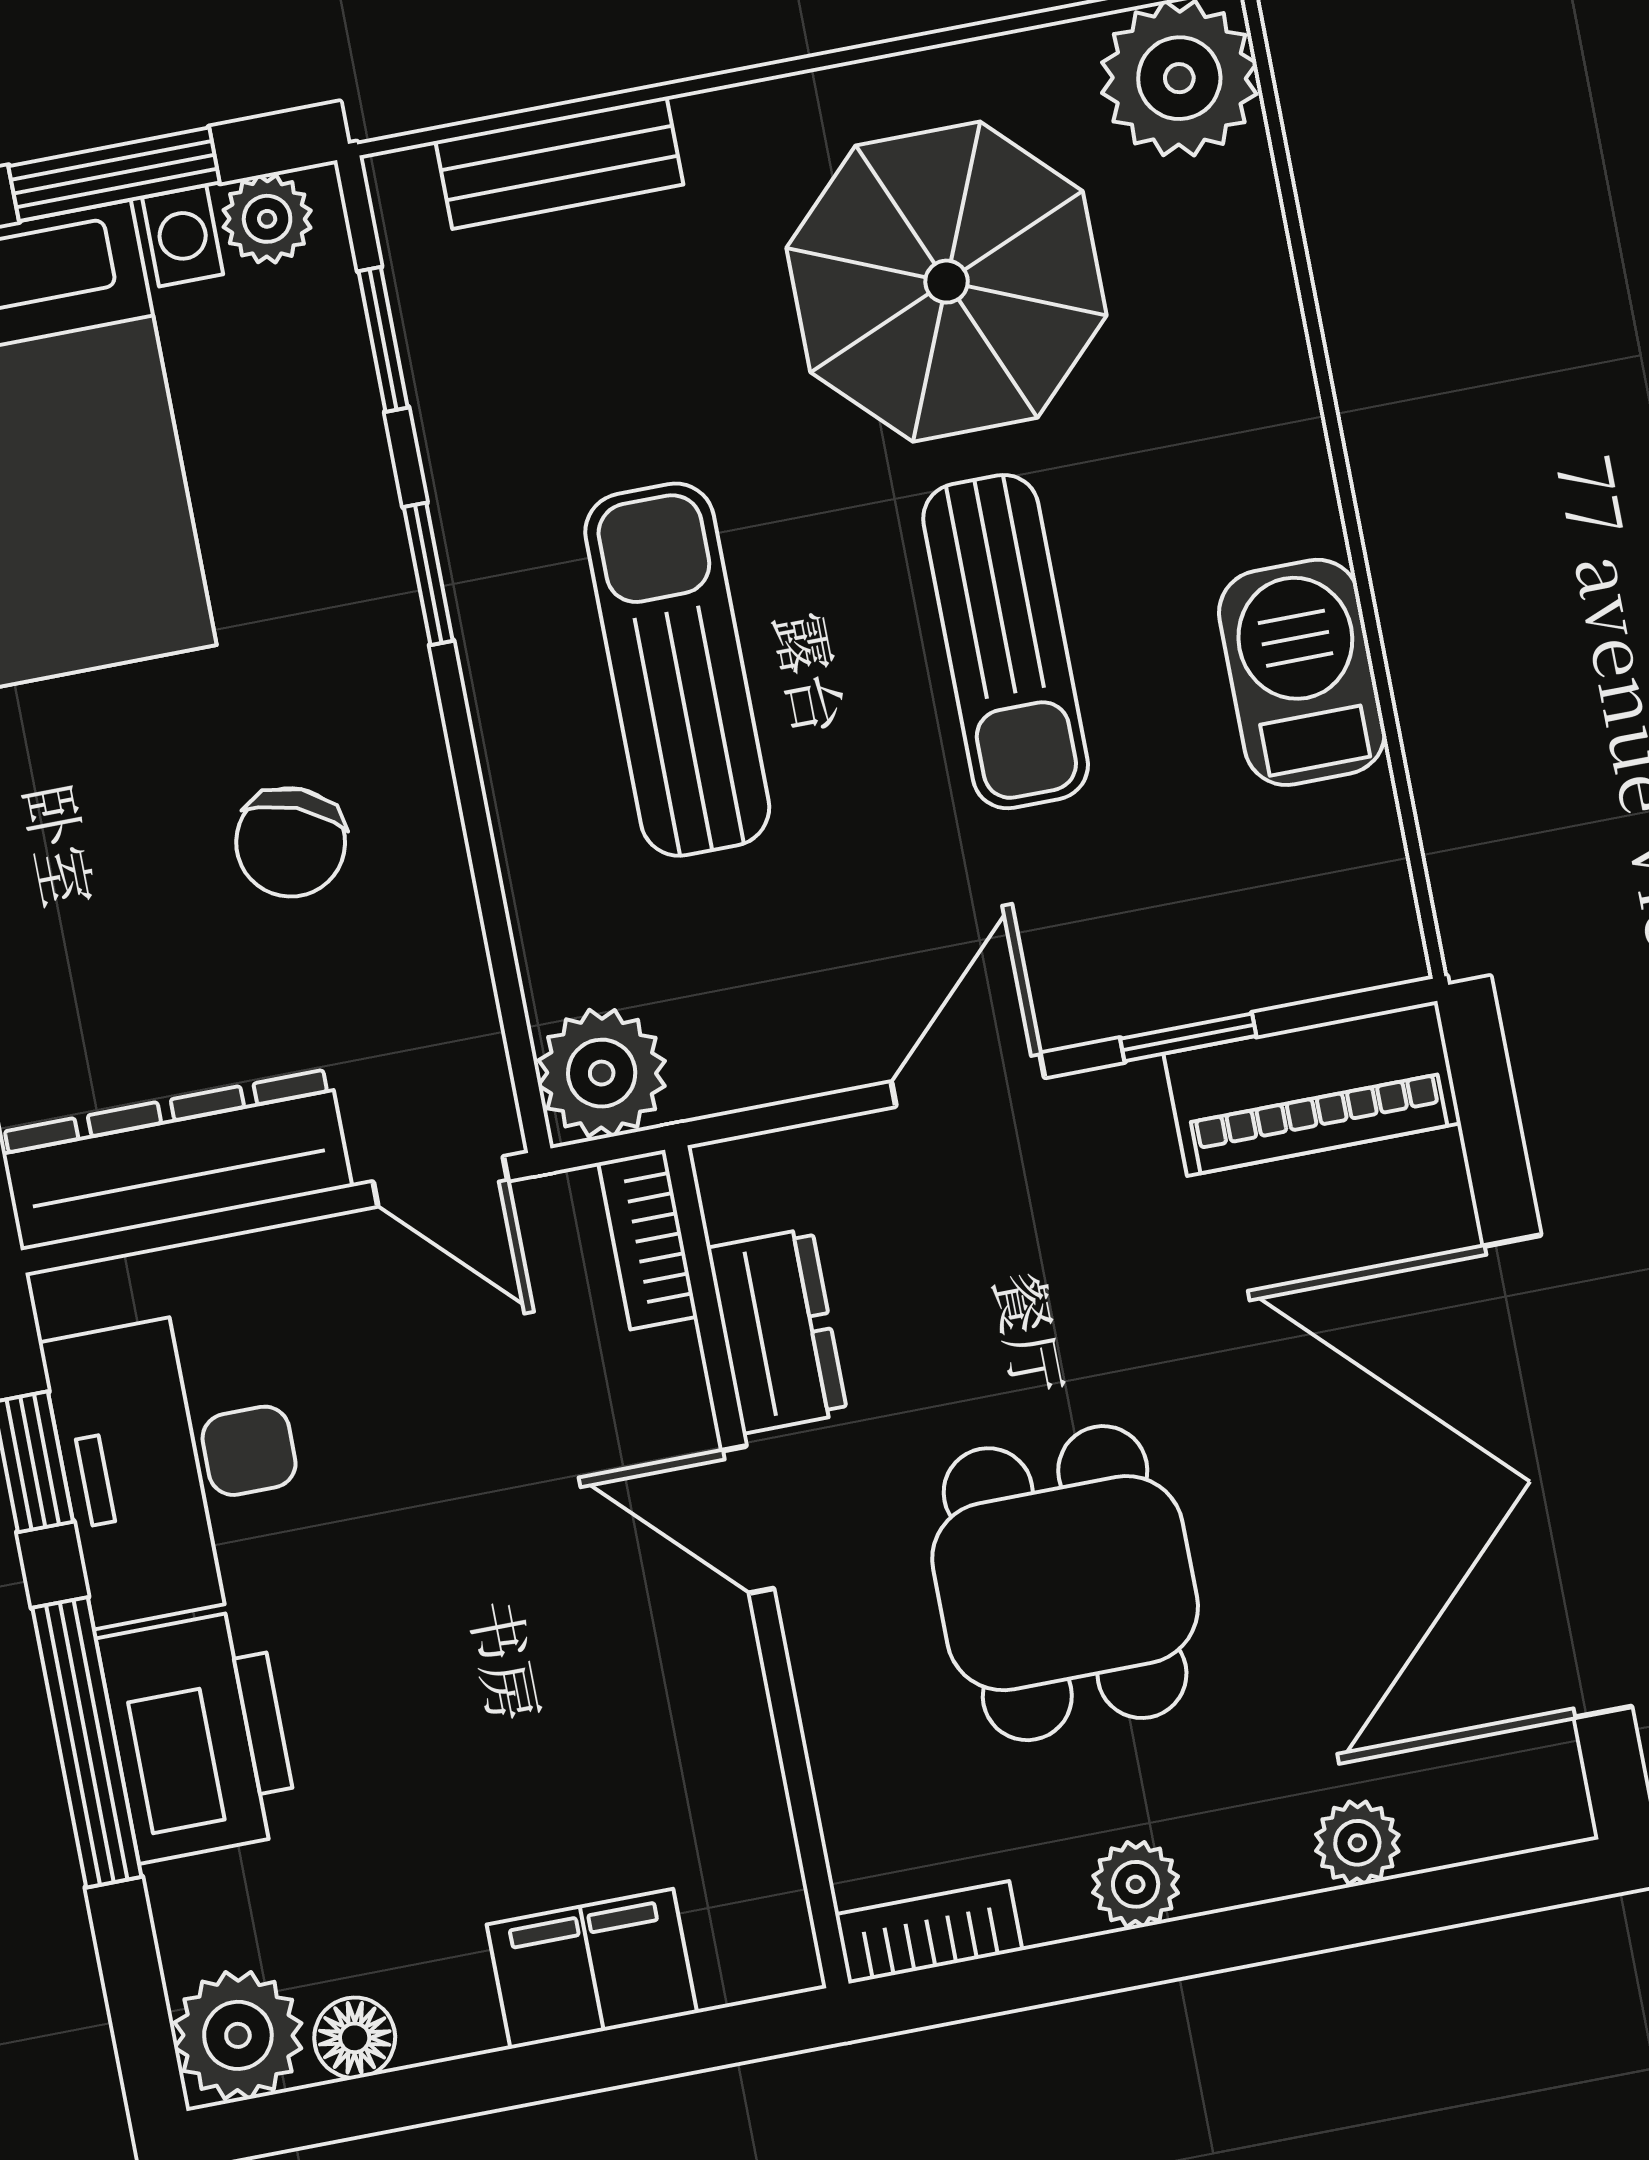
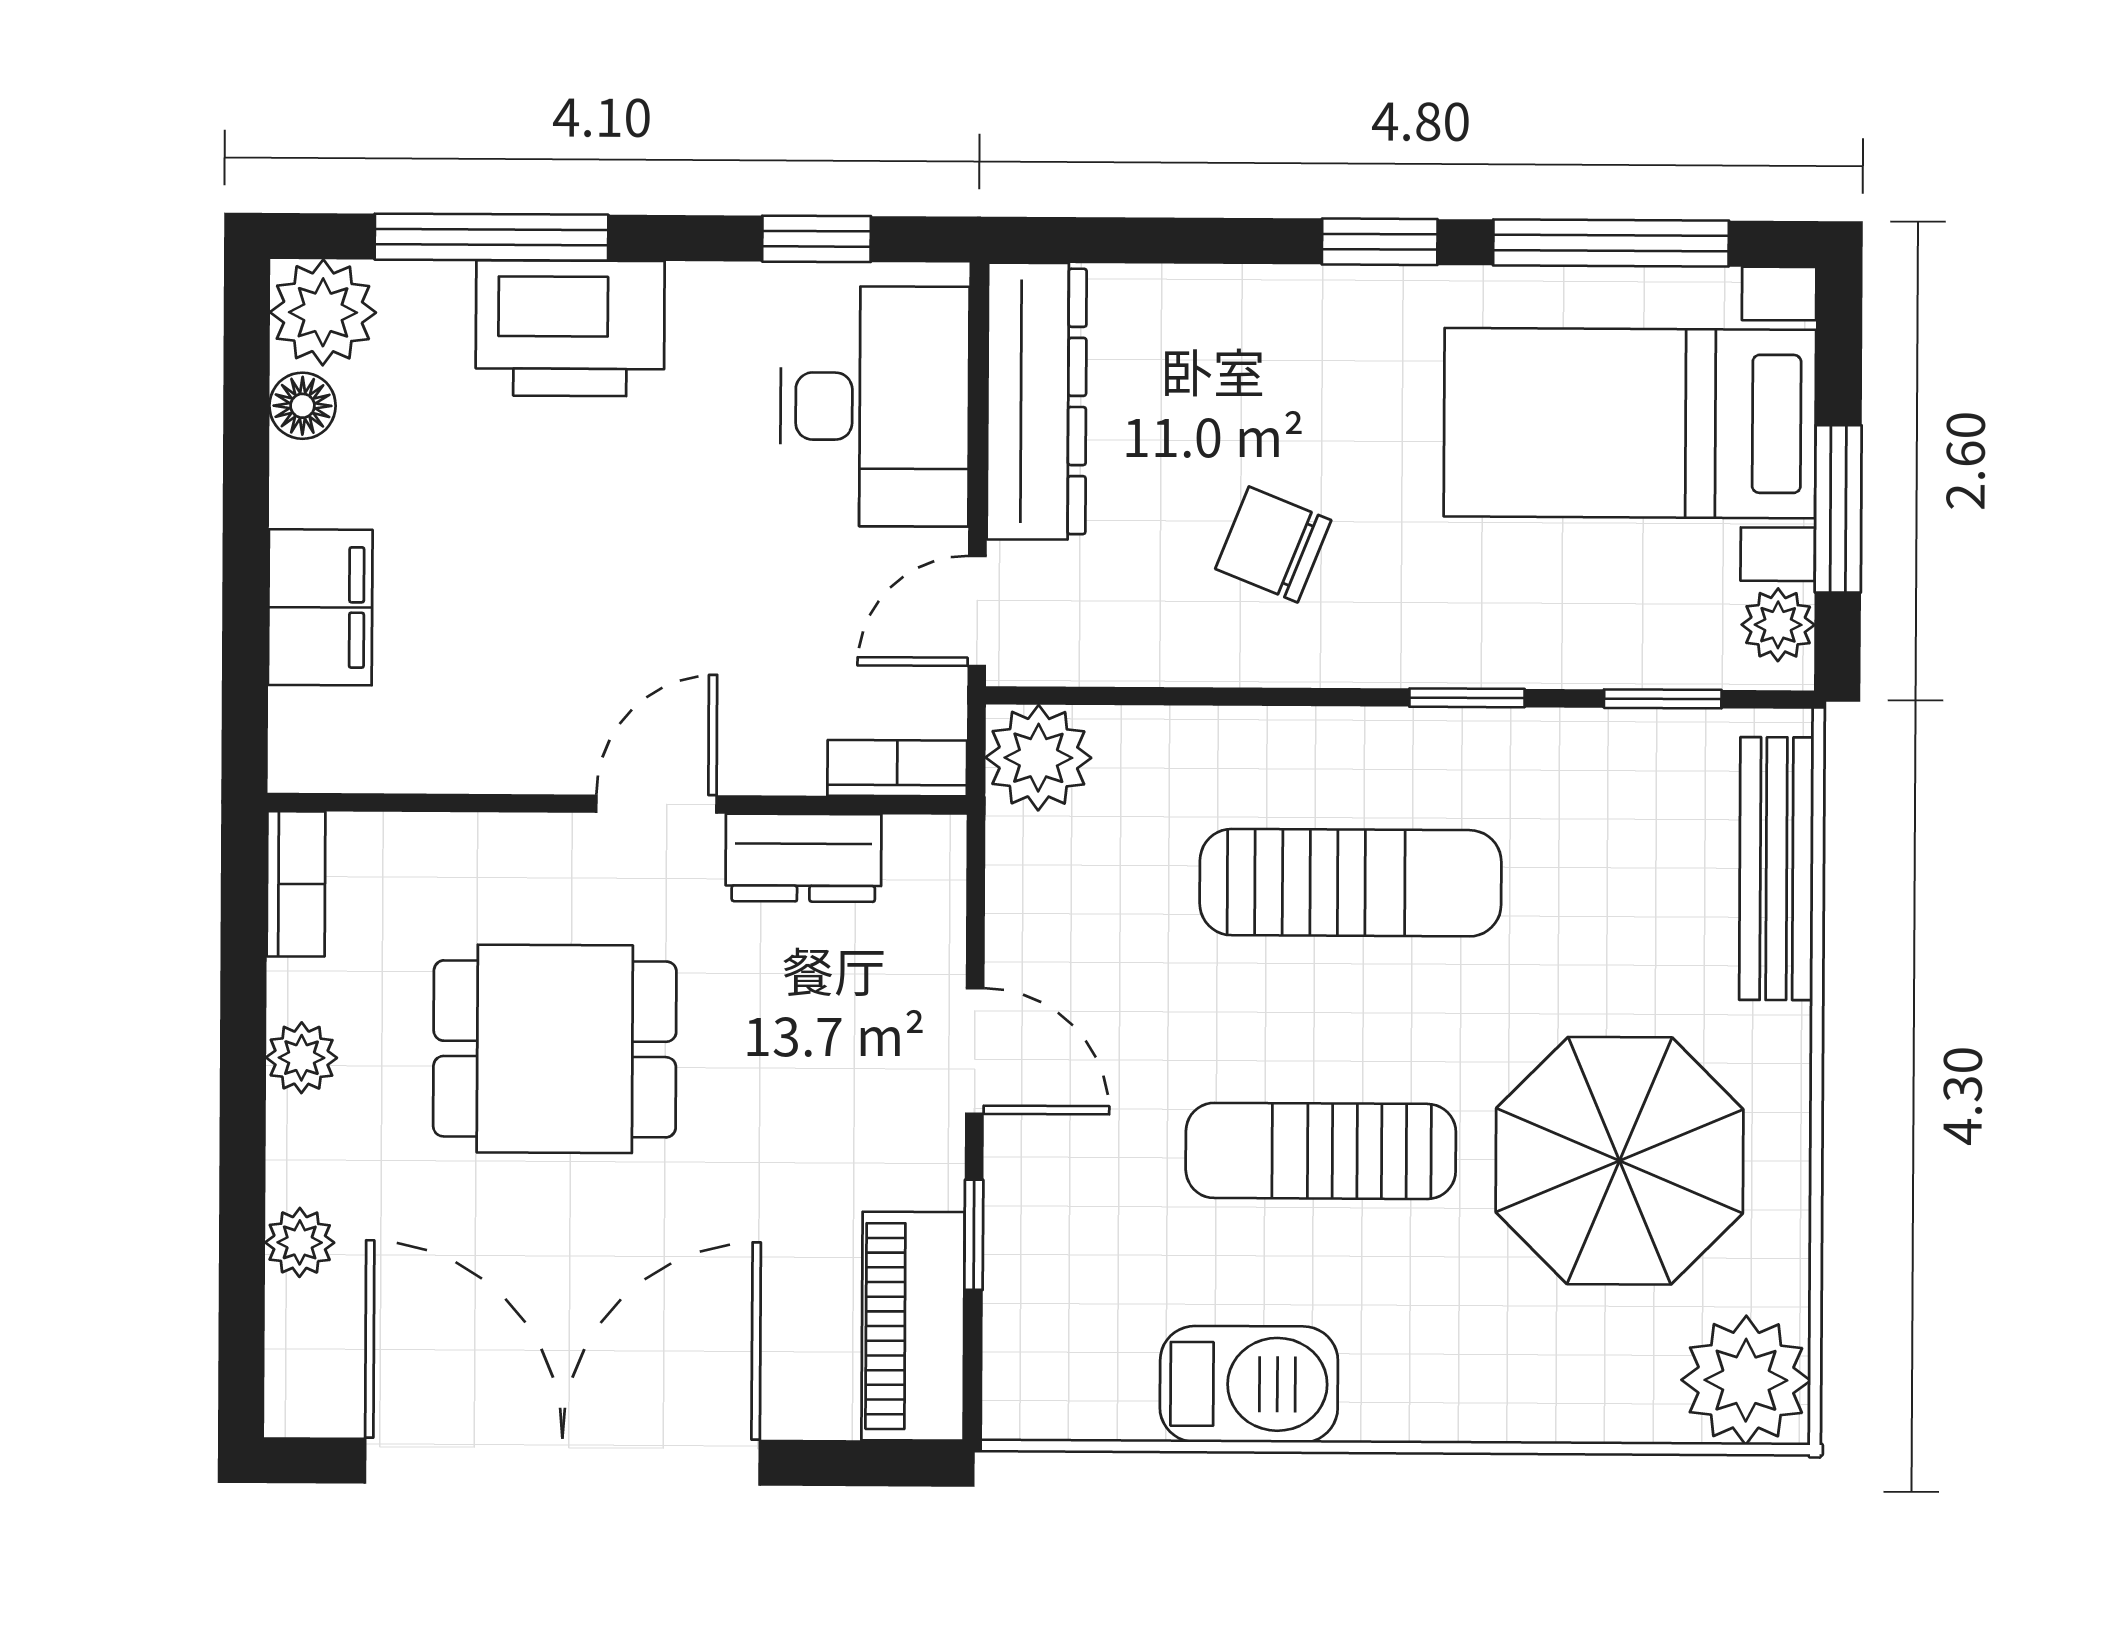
bench: (559, 163) -> (1777, 869), width x1.36
desk: (179, 1464) -> (875, 406), moved, turned 90
window: (87, 1742) -> (491, 237), moved

